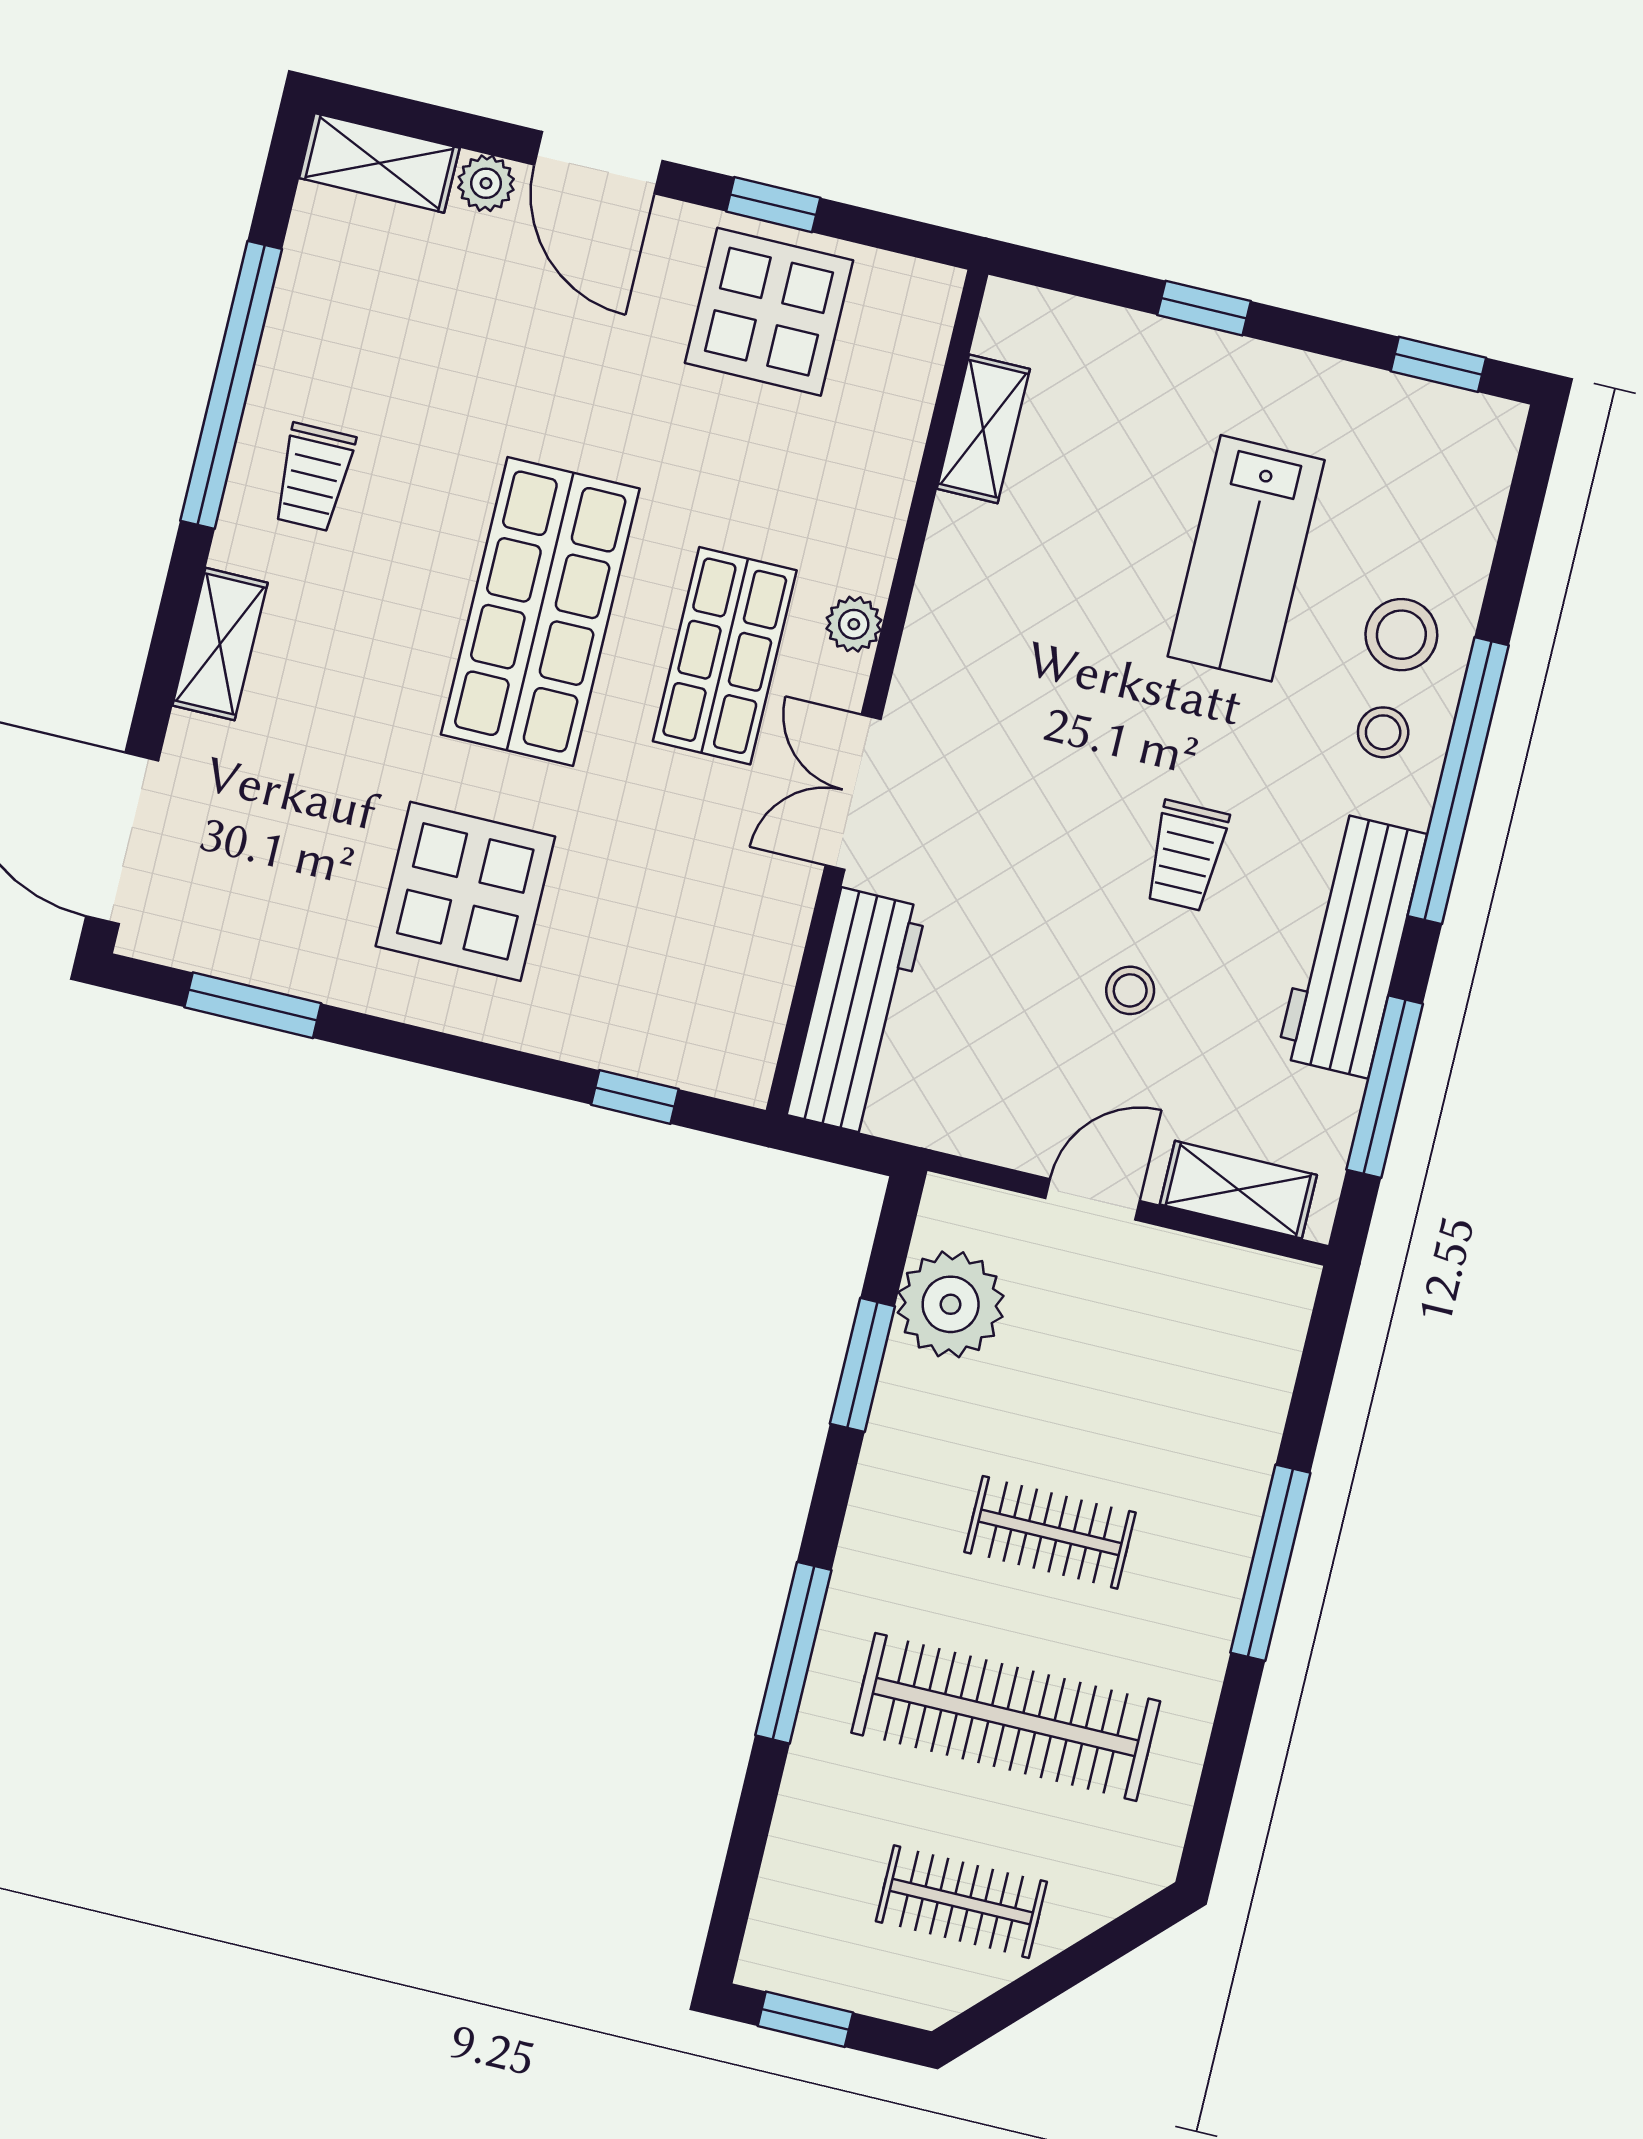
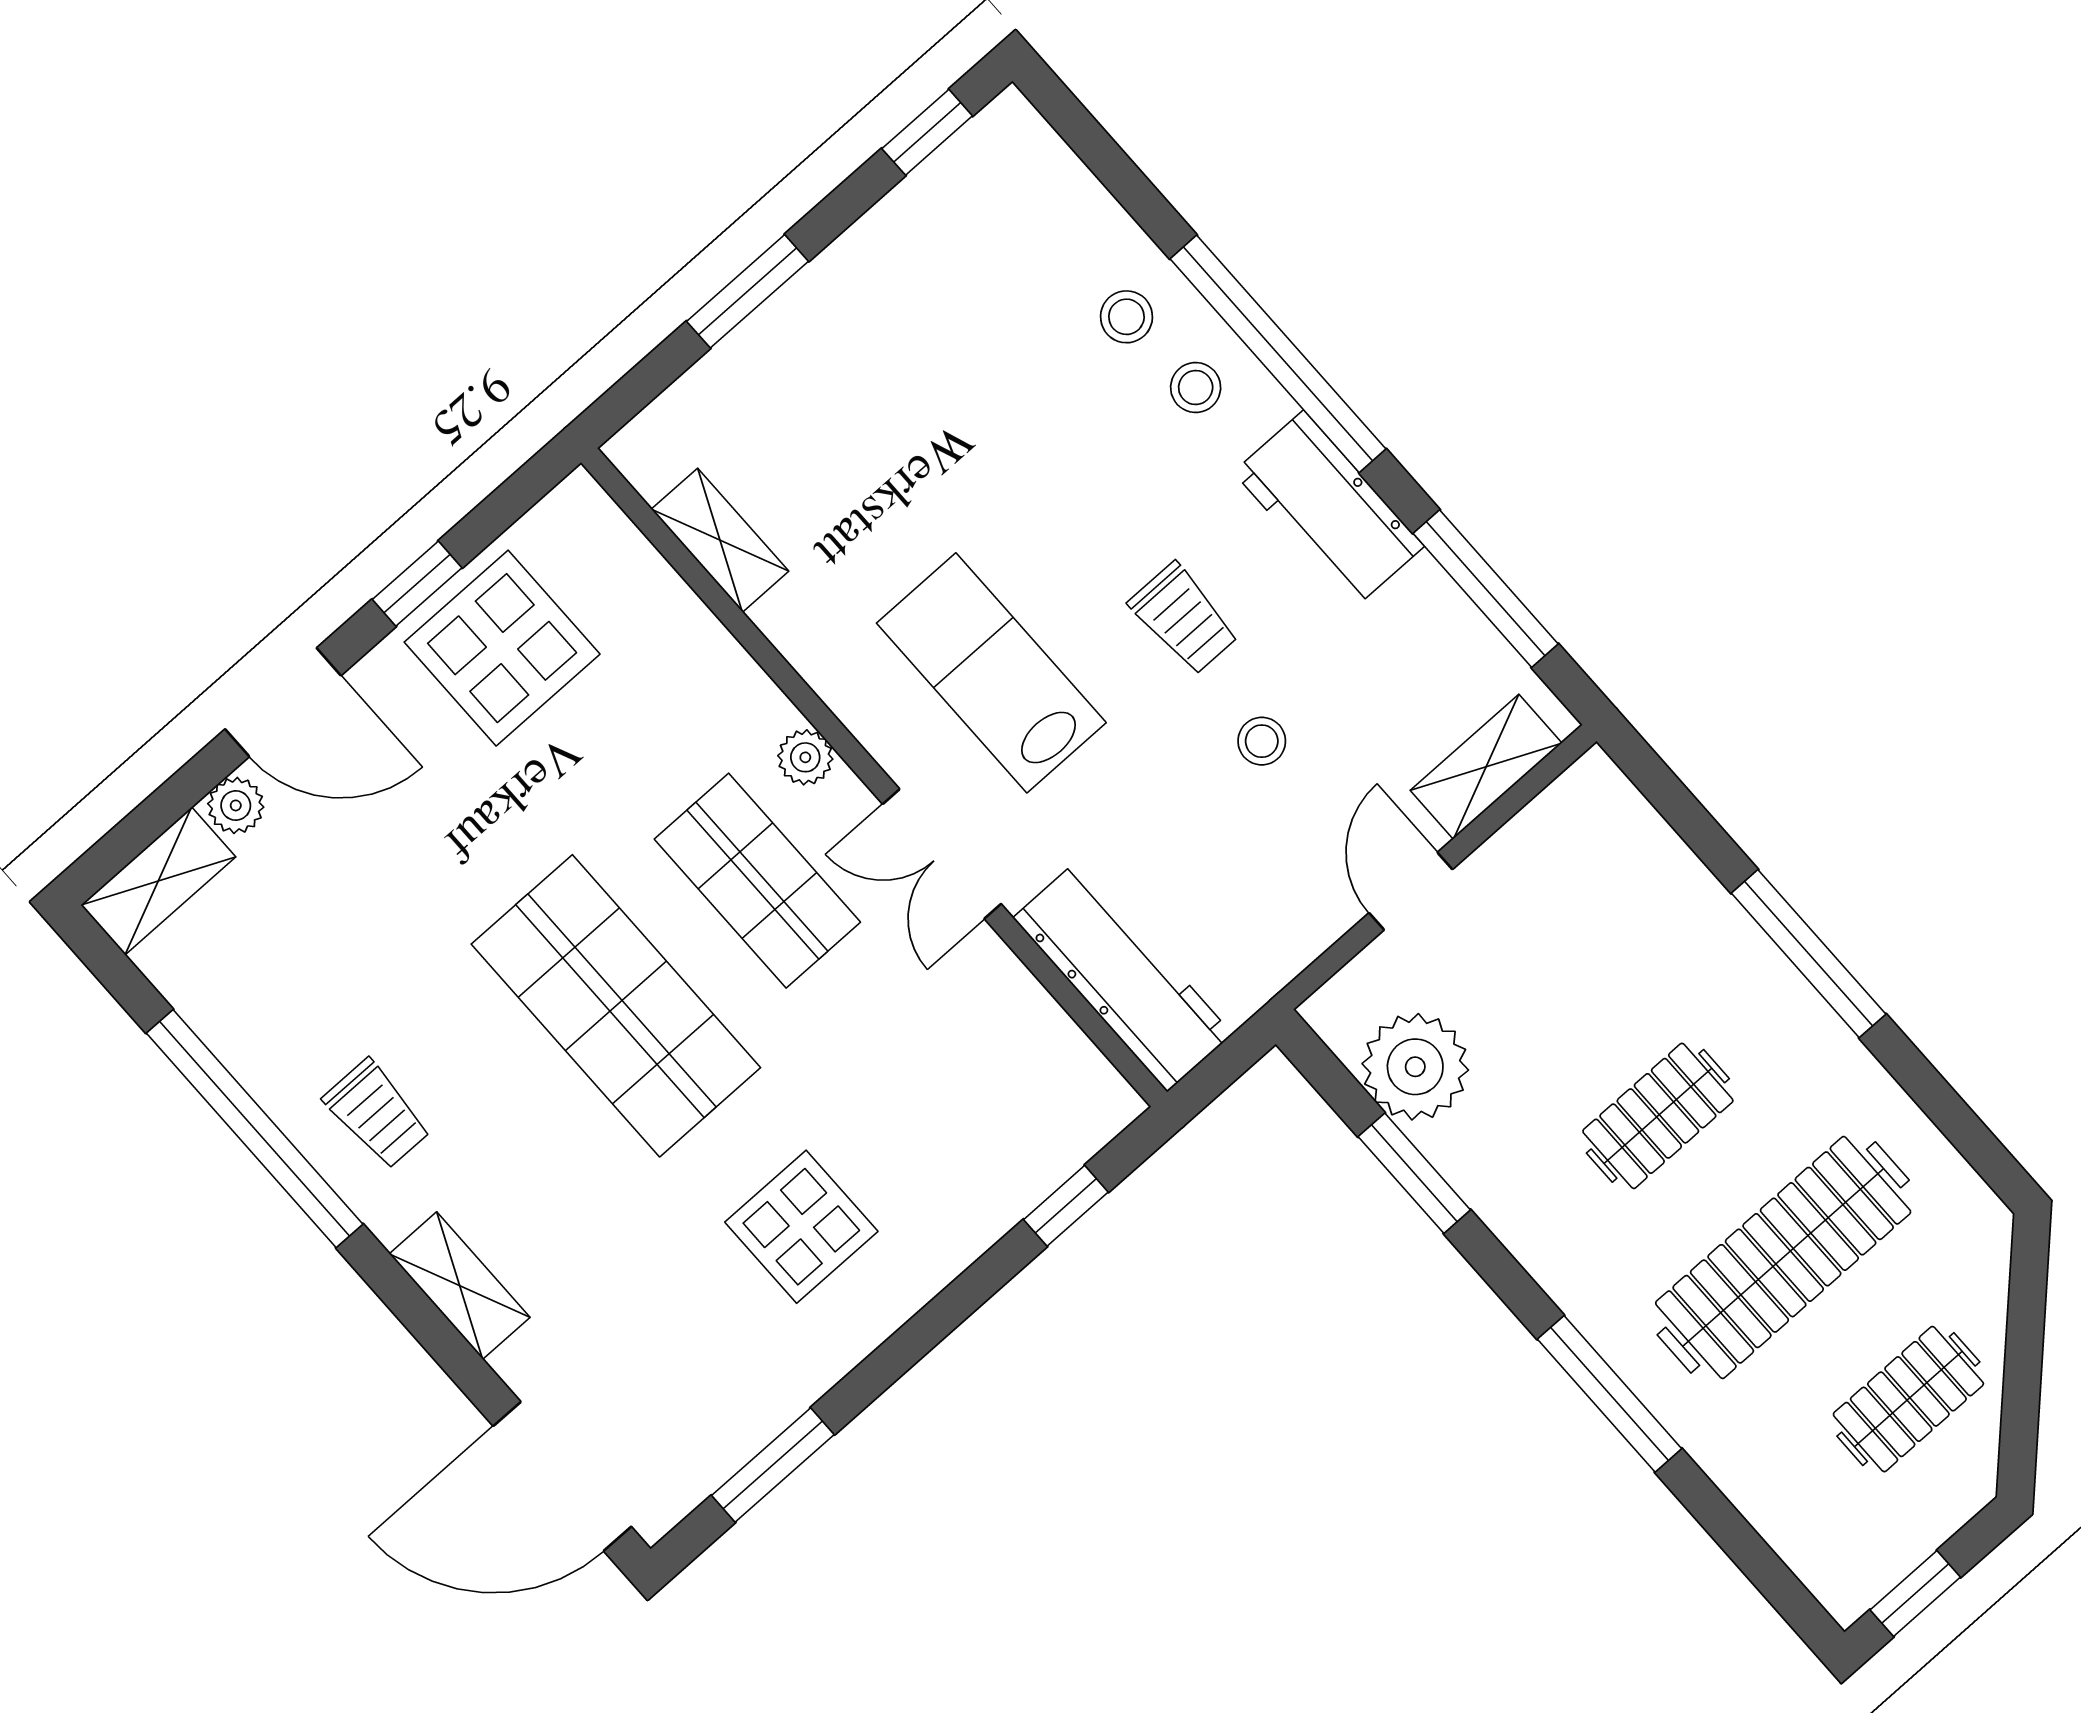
window: (1204, 308) -> (748, 291), width x1.50
lab bench: (1246, 558) -> (991, 673), moved, turned 180
stool: (1401, 635) -> (1126, 317), width x0.73, depth x0.73
display table: (465, 891) -> (801, 1227), width x0.73, depth x0.73
workbench: (1352, 945) -> (1329, 509), width x0.73

